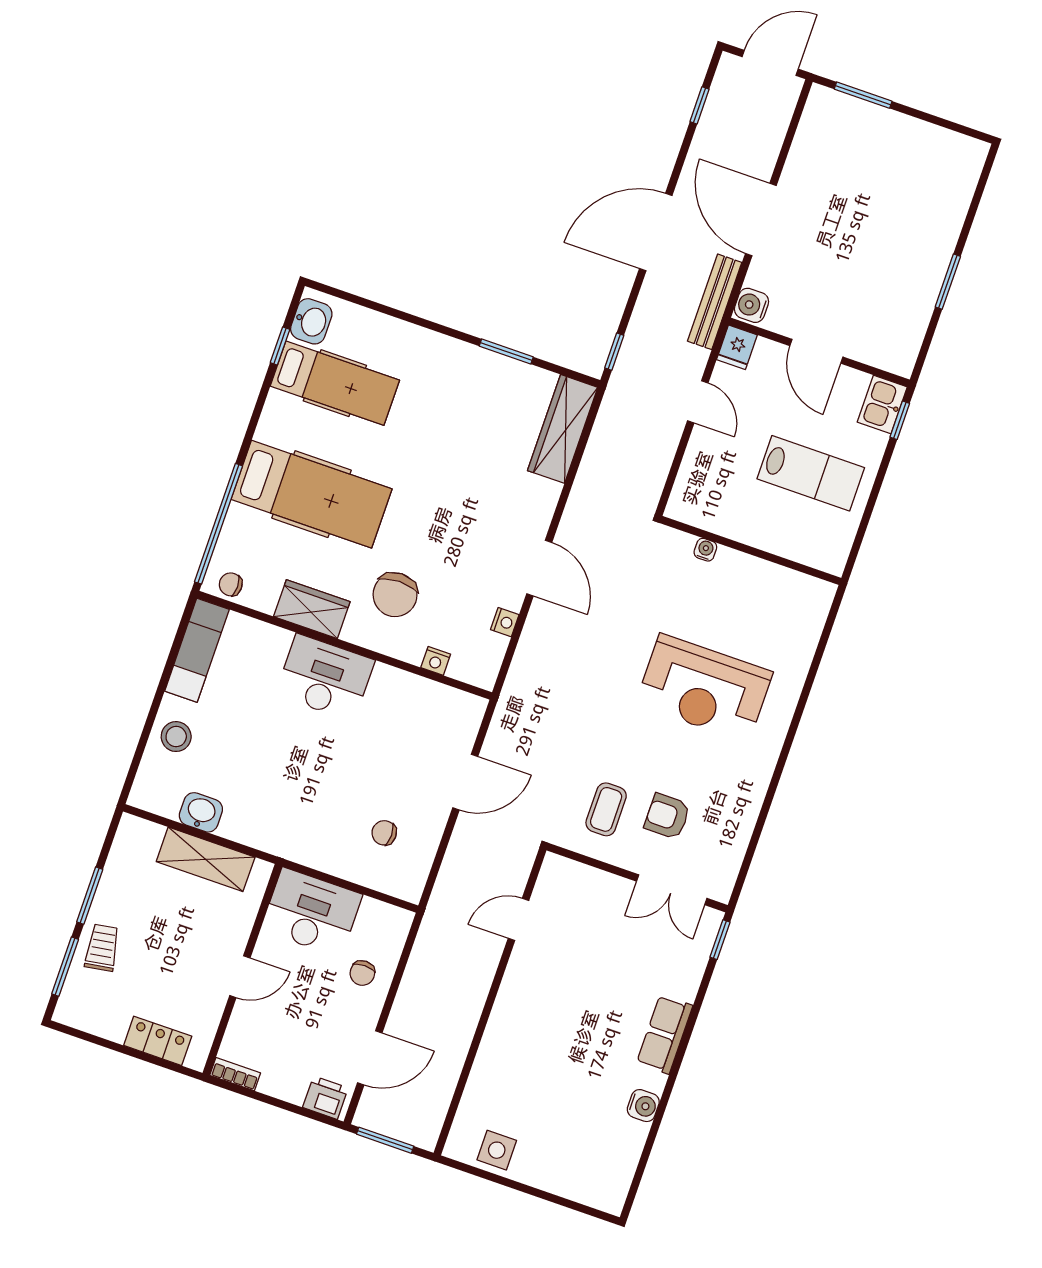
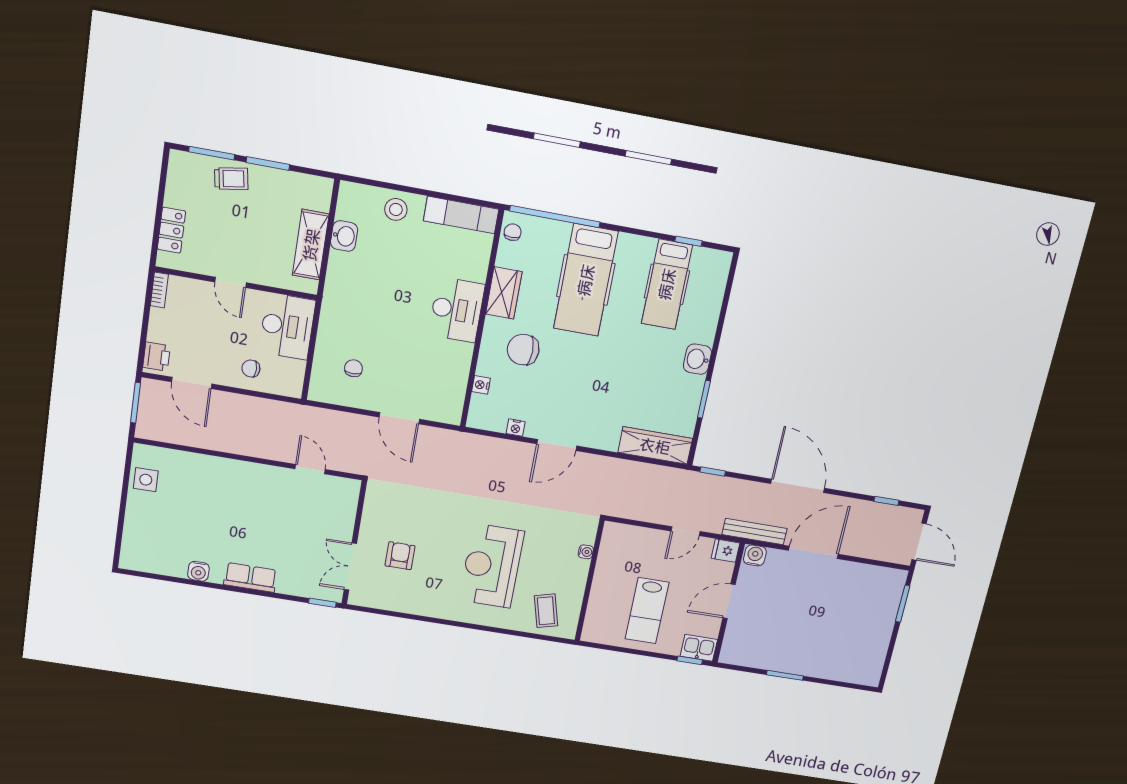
washbasin: (311, 321) -> (697, 359), moved, turned 90
coffee table: (606, 809) -> (546, 611), moved, turned 75

